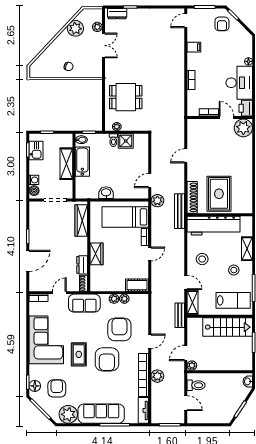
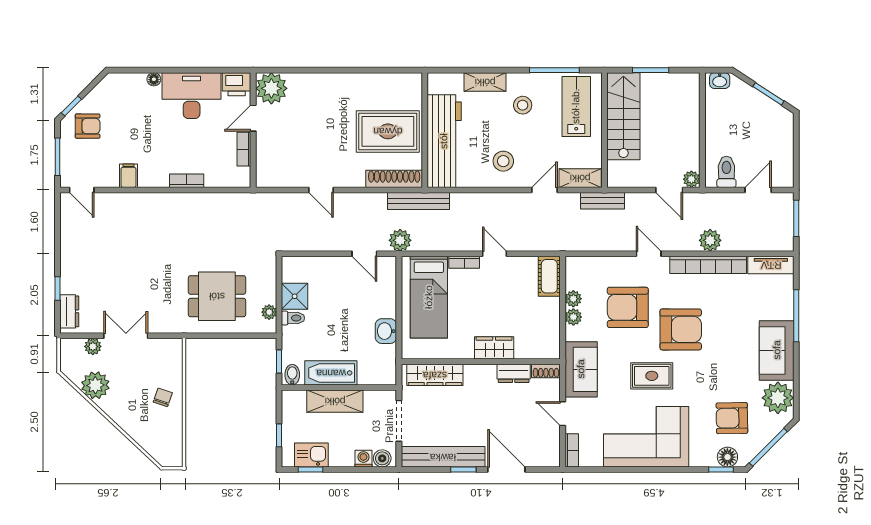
dining table: (126, 97) -> (217, 296), turned 90
bench: (35, 225) -> (443, 457), added
rug: (79, 354) -> (652, 376), moved
sofa: (101, 414) -> (777, 350), width x0.73

